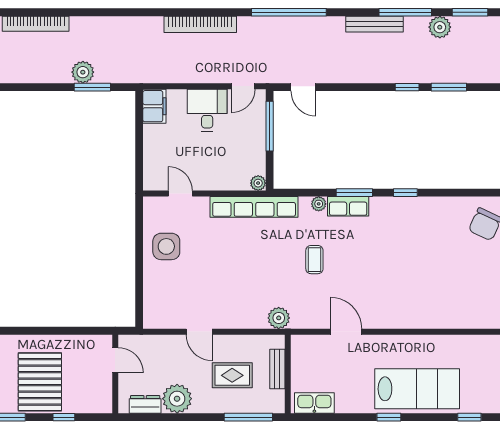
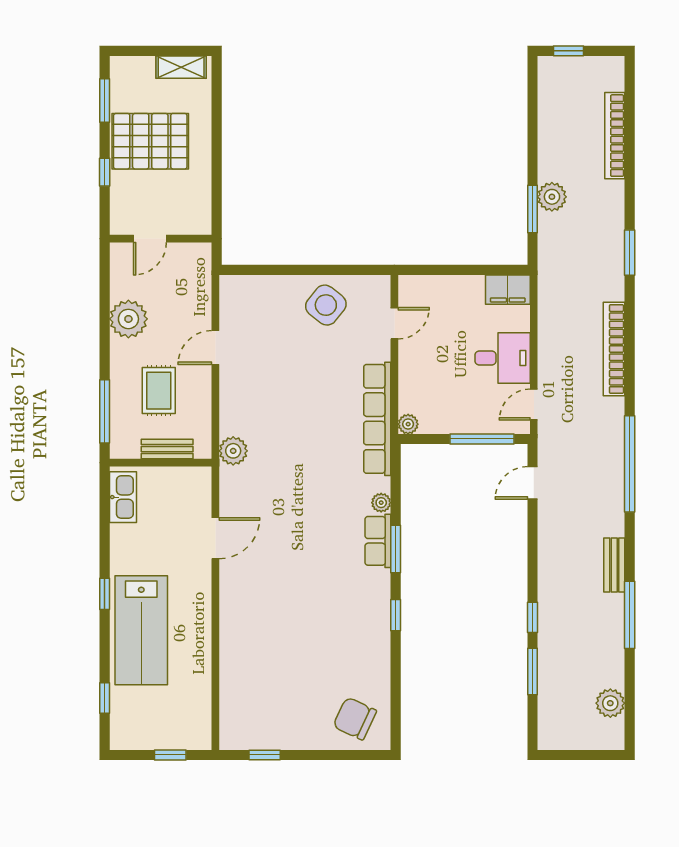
window: (470, 12) -> (630, 253), moved
bench: (374, 24) -> (614, 565), width x0.73
plant: (440, 27) -> (610, 703), moved
door: (243, 86) -> (534, 405), hinge flipped
side table: (166, 246) -> (326, 305), turned 38
coffee table: (314, 260) -> (309, 497), removed
door: (115, 360) -> (150, 239), moved
dresser: (145, 404) -> (121, 278), removed

